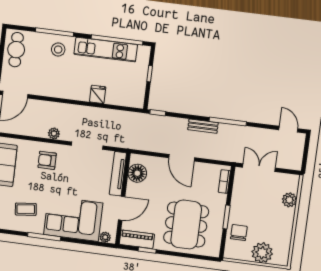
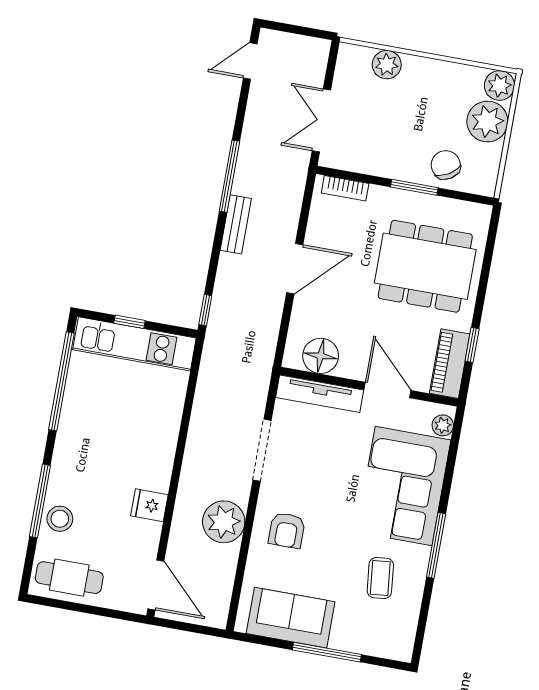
kitchen unit: (106, 49) -> (134, 344), moved, turned 90
stool: (58, 50) -> (60, 519), moved
fridge: (98, 94) -> (149, 505), moved
plant: (54, 133) -> (224, 522), width x1.87, depth x1.87
chair: (239, 233) -> (446, 165), turned 59
plant: (281, 258) -> (499, 85), added

